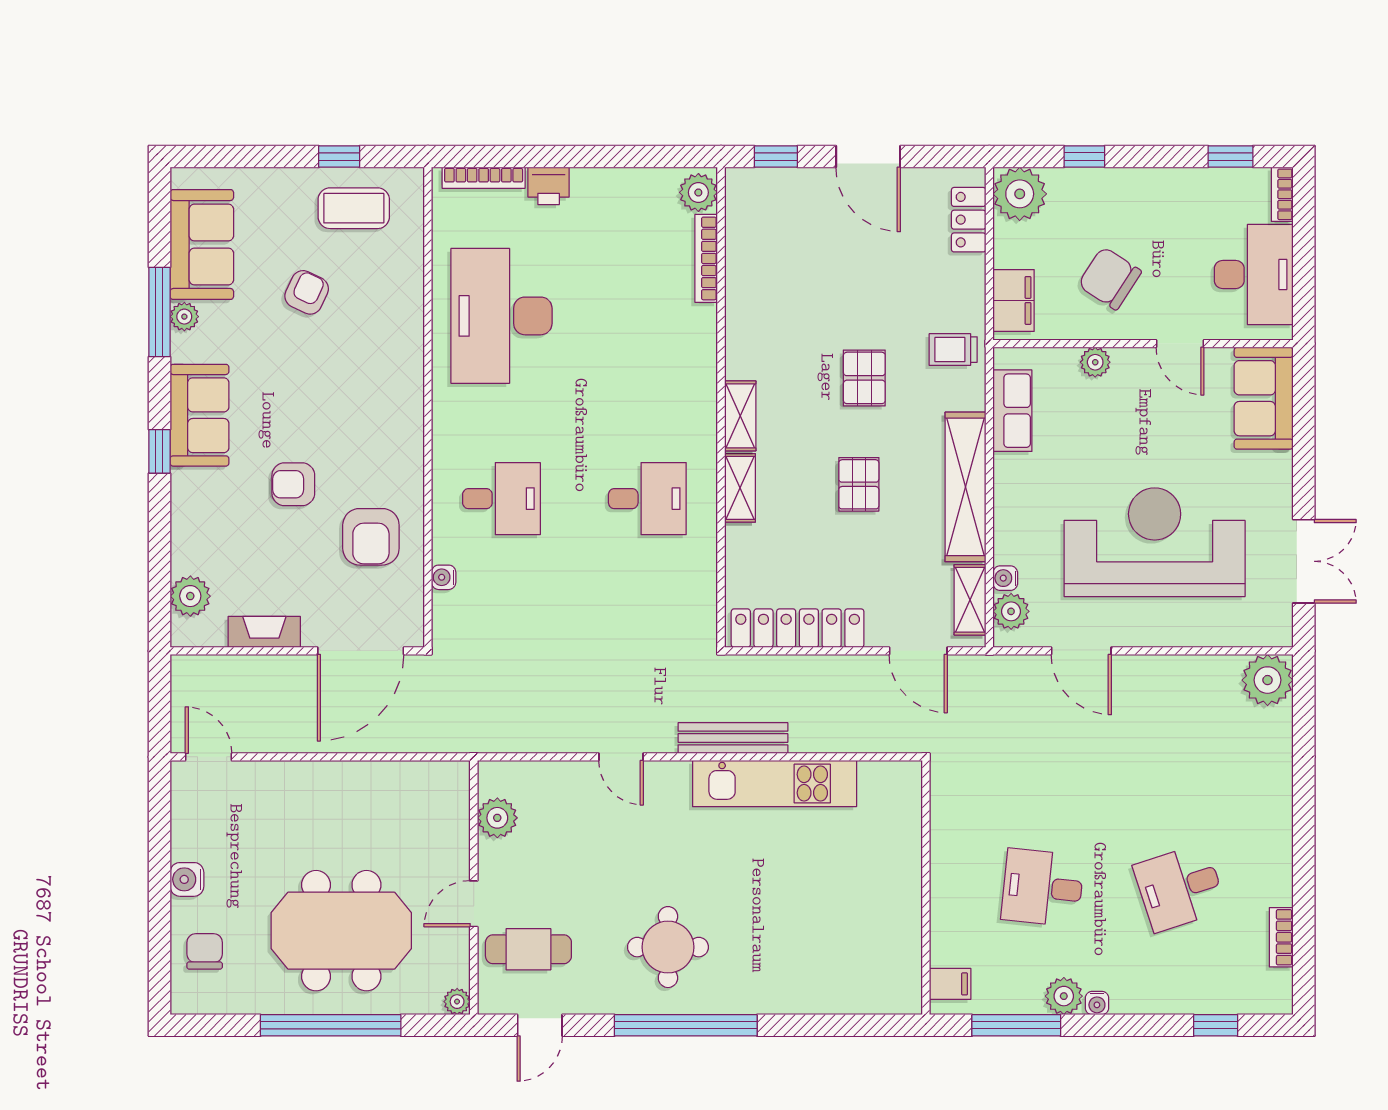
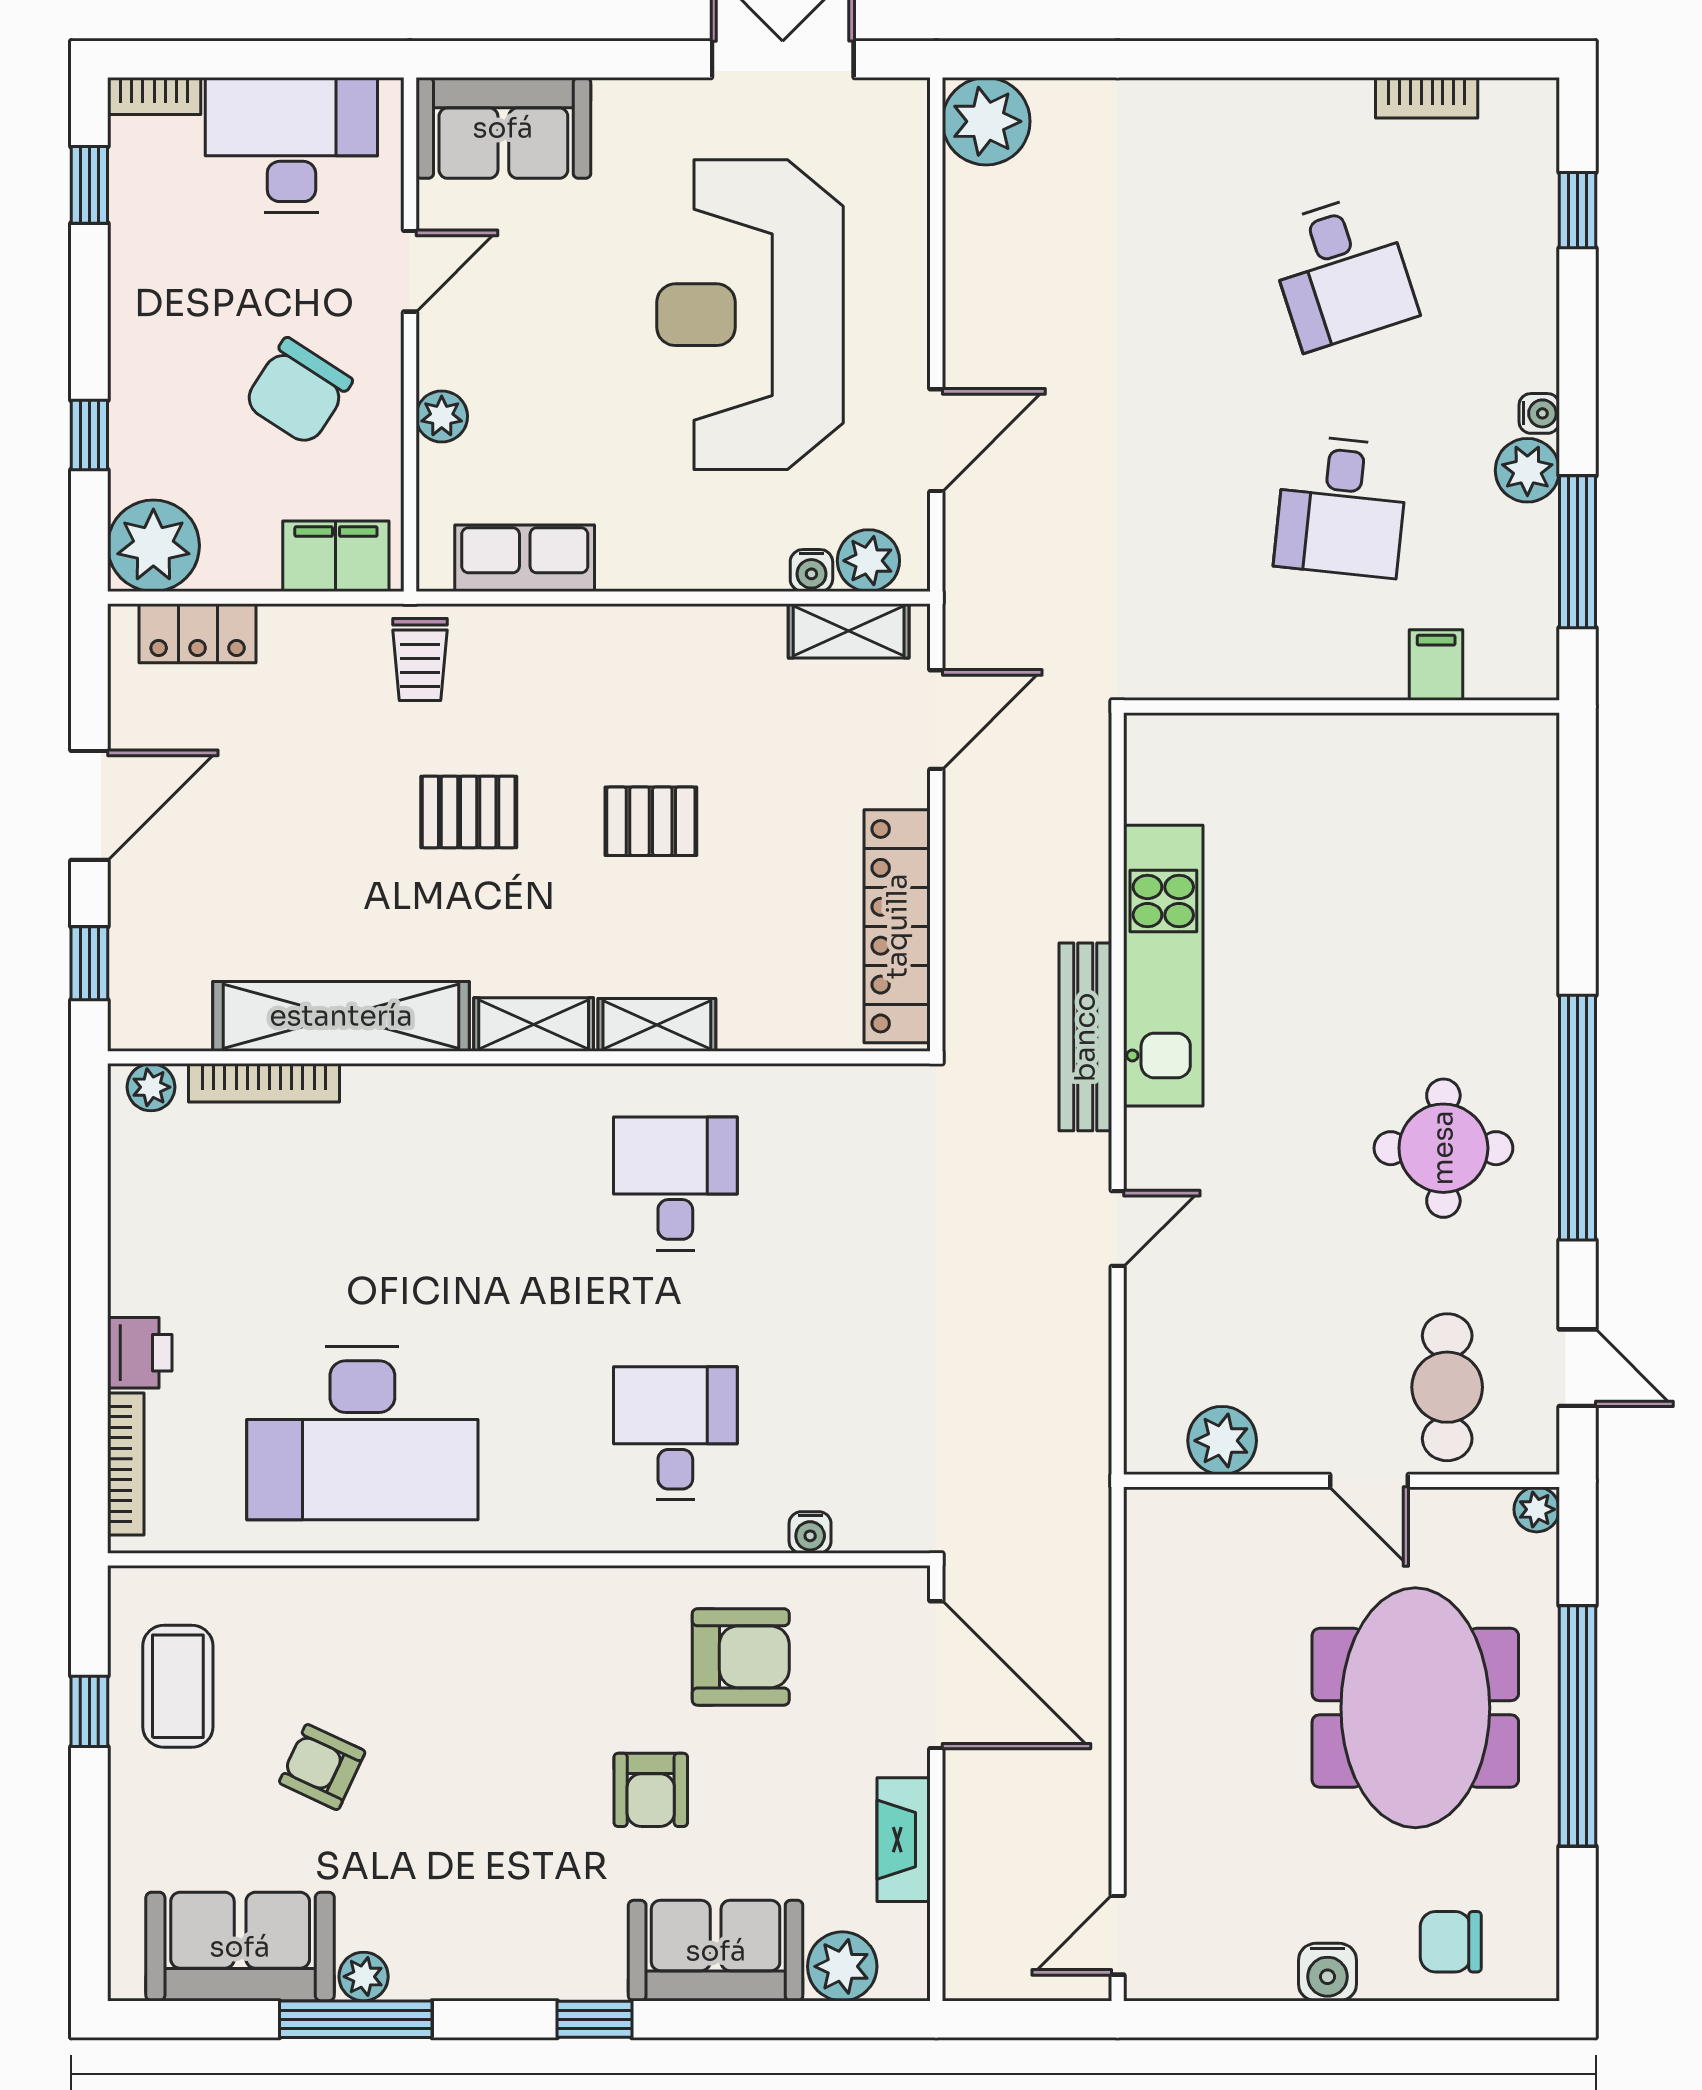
plant: (698, 192) -> (151, 1087), width x0.73, depth x0.73
sofa: (199, 415) -> (716, 1951), moved
shelving: (965, 487) -> (341, 1016), moved
filing cabinet: (950, 984) -> (1436, 665), moved

